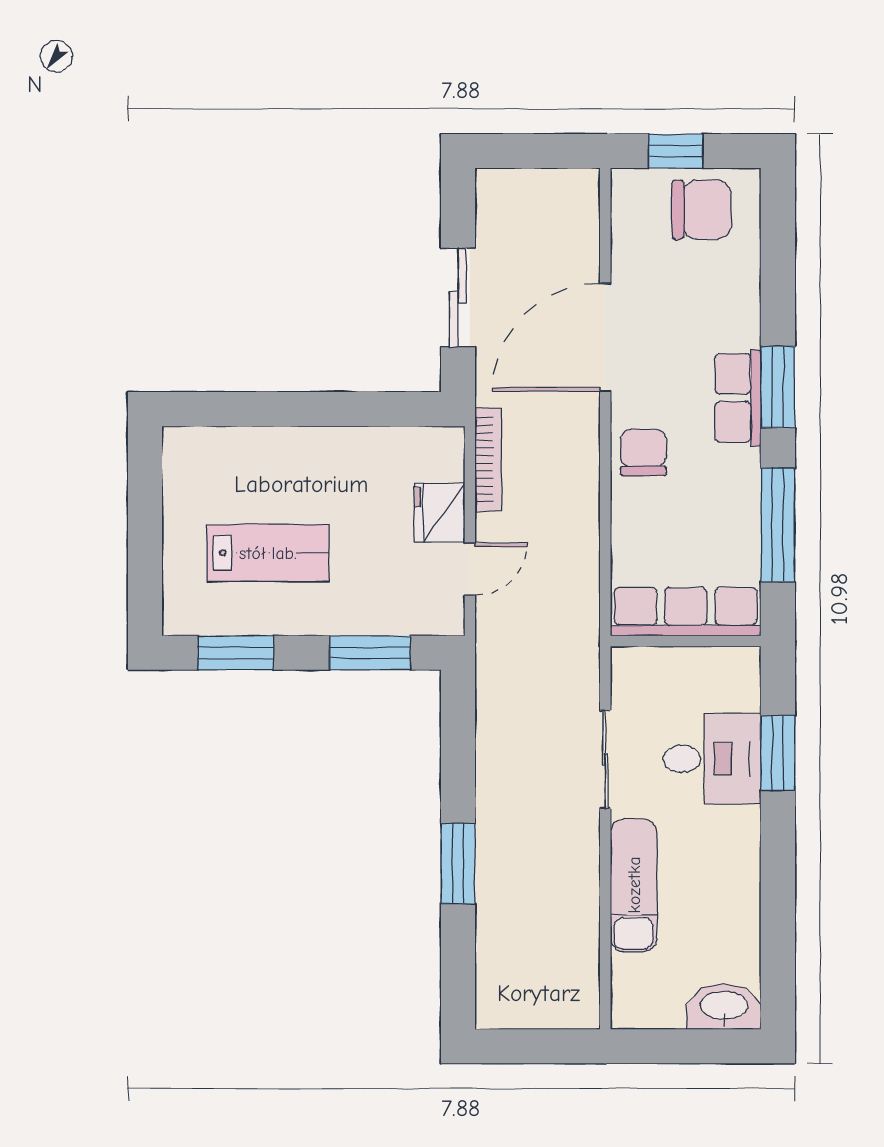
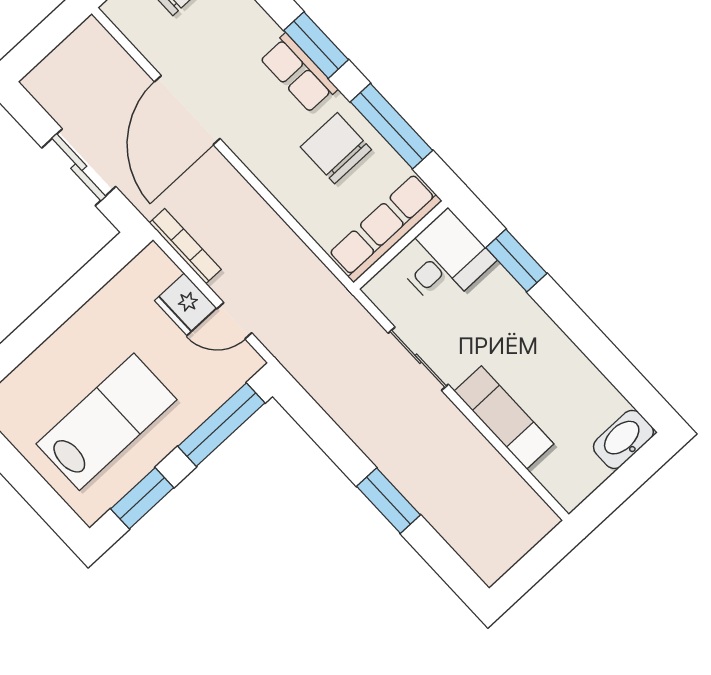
chair: (643, 452) -> (336, 148), moved, width x1.37, depth x1.37
lab bench: (268, 553) -> (107, 422), width x1.36, depth x1.39
door: (470, 569) -> (234, 321), swing flipped
window: (370, 653) -> (221, 425), width x1.44
desk: (712, 759) -> (444, 260), moved

